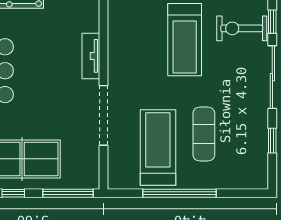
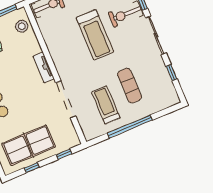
treadmill: (158, 147) -> (106, 105), width x0.73, depth x0.73
window: (68, 193) -> (64, 154), width x0.46

